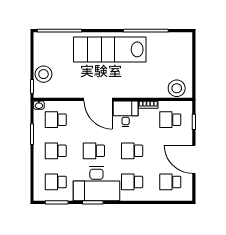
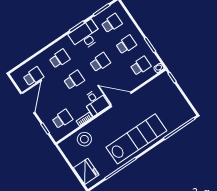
fridge: (182, 51) -> (86, 171), added
stool: (44, 74) -> (170, 91), removed
stool: (177, 88) -> (84, 139), moved
door: (194, 159) -> (28, 103), hinge flipped
desk: (96, 184) -> (85, 36), width x0.73, depth x0.77

